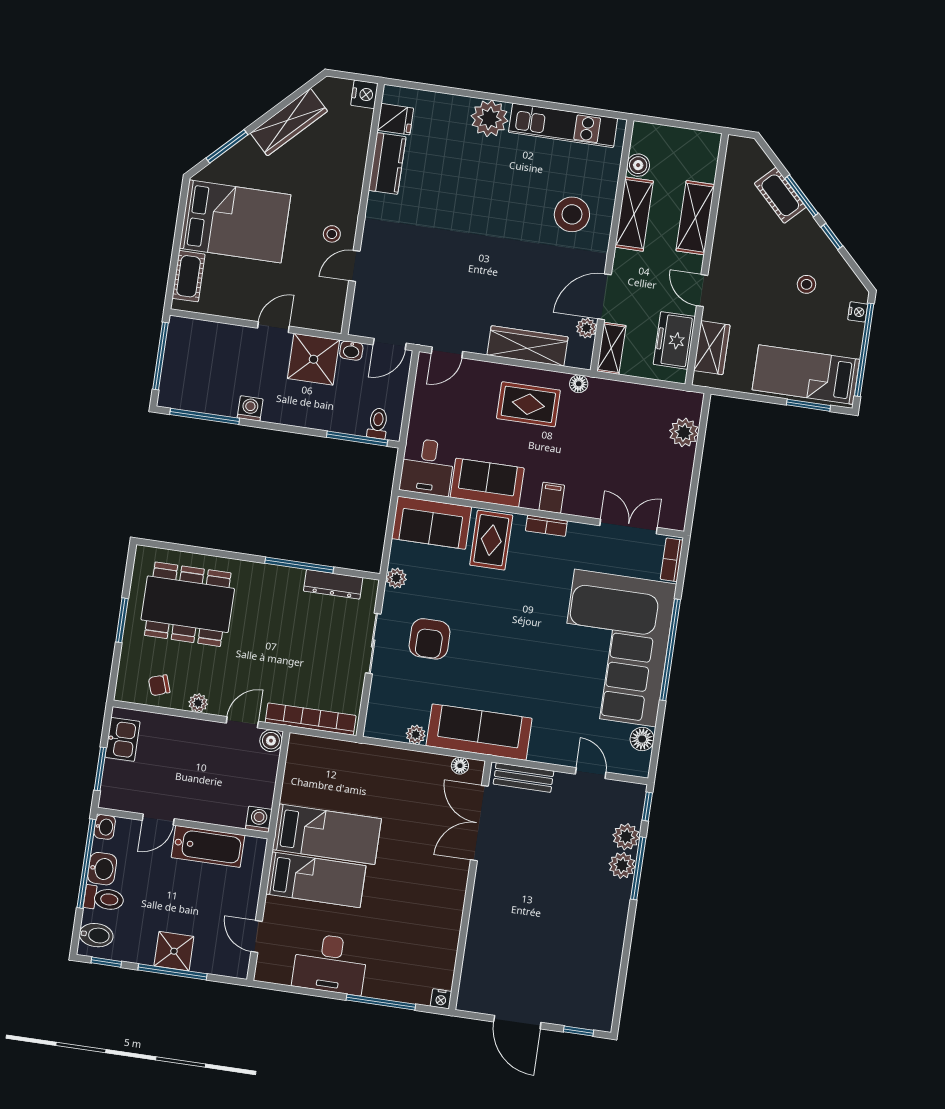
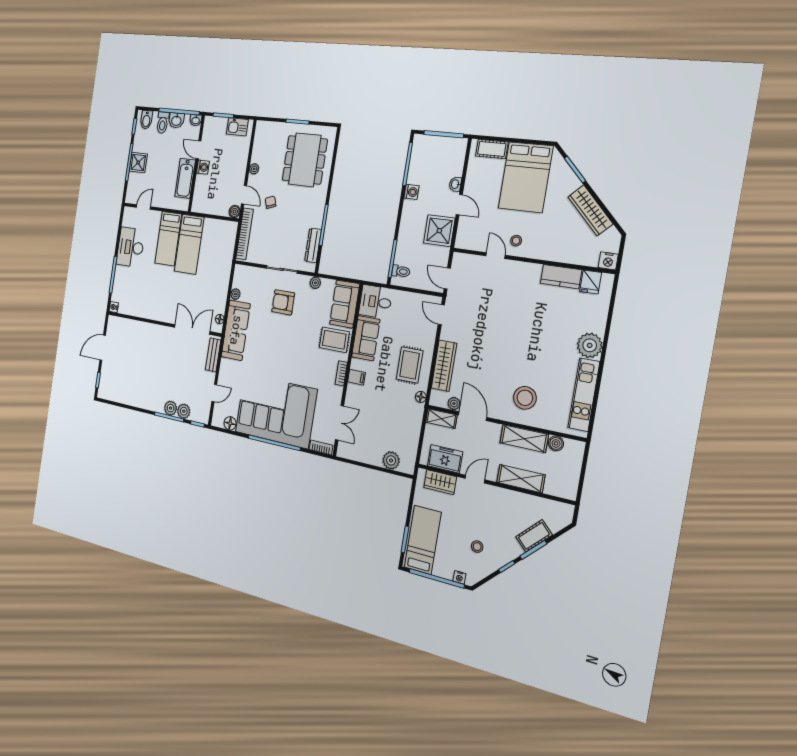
washbasin: (351, 351) -> (455, 184), moved
chair: (159, 685) -> (271, 202), moved
washing machine: (259, 819) -> (203, 167), moved

